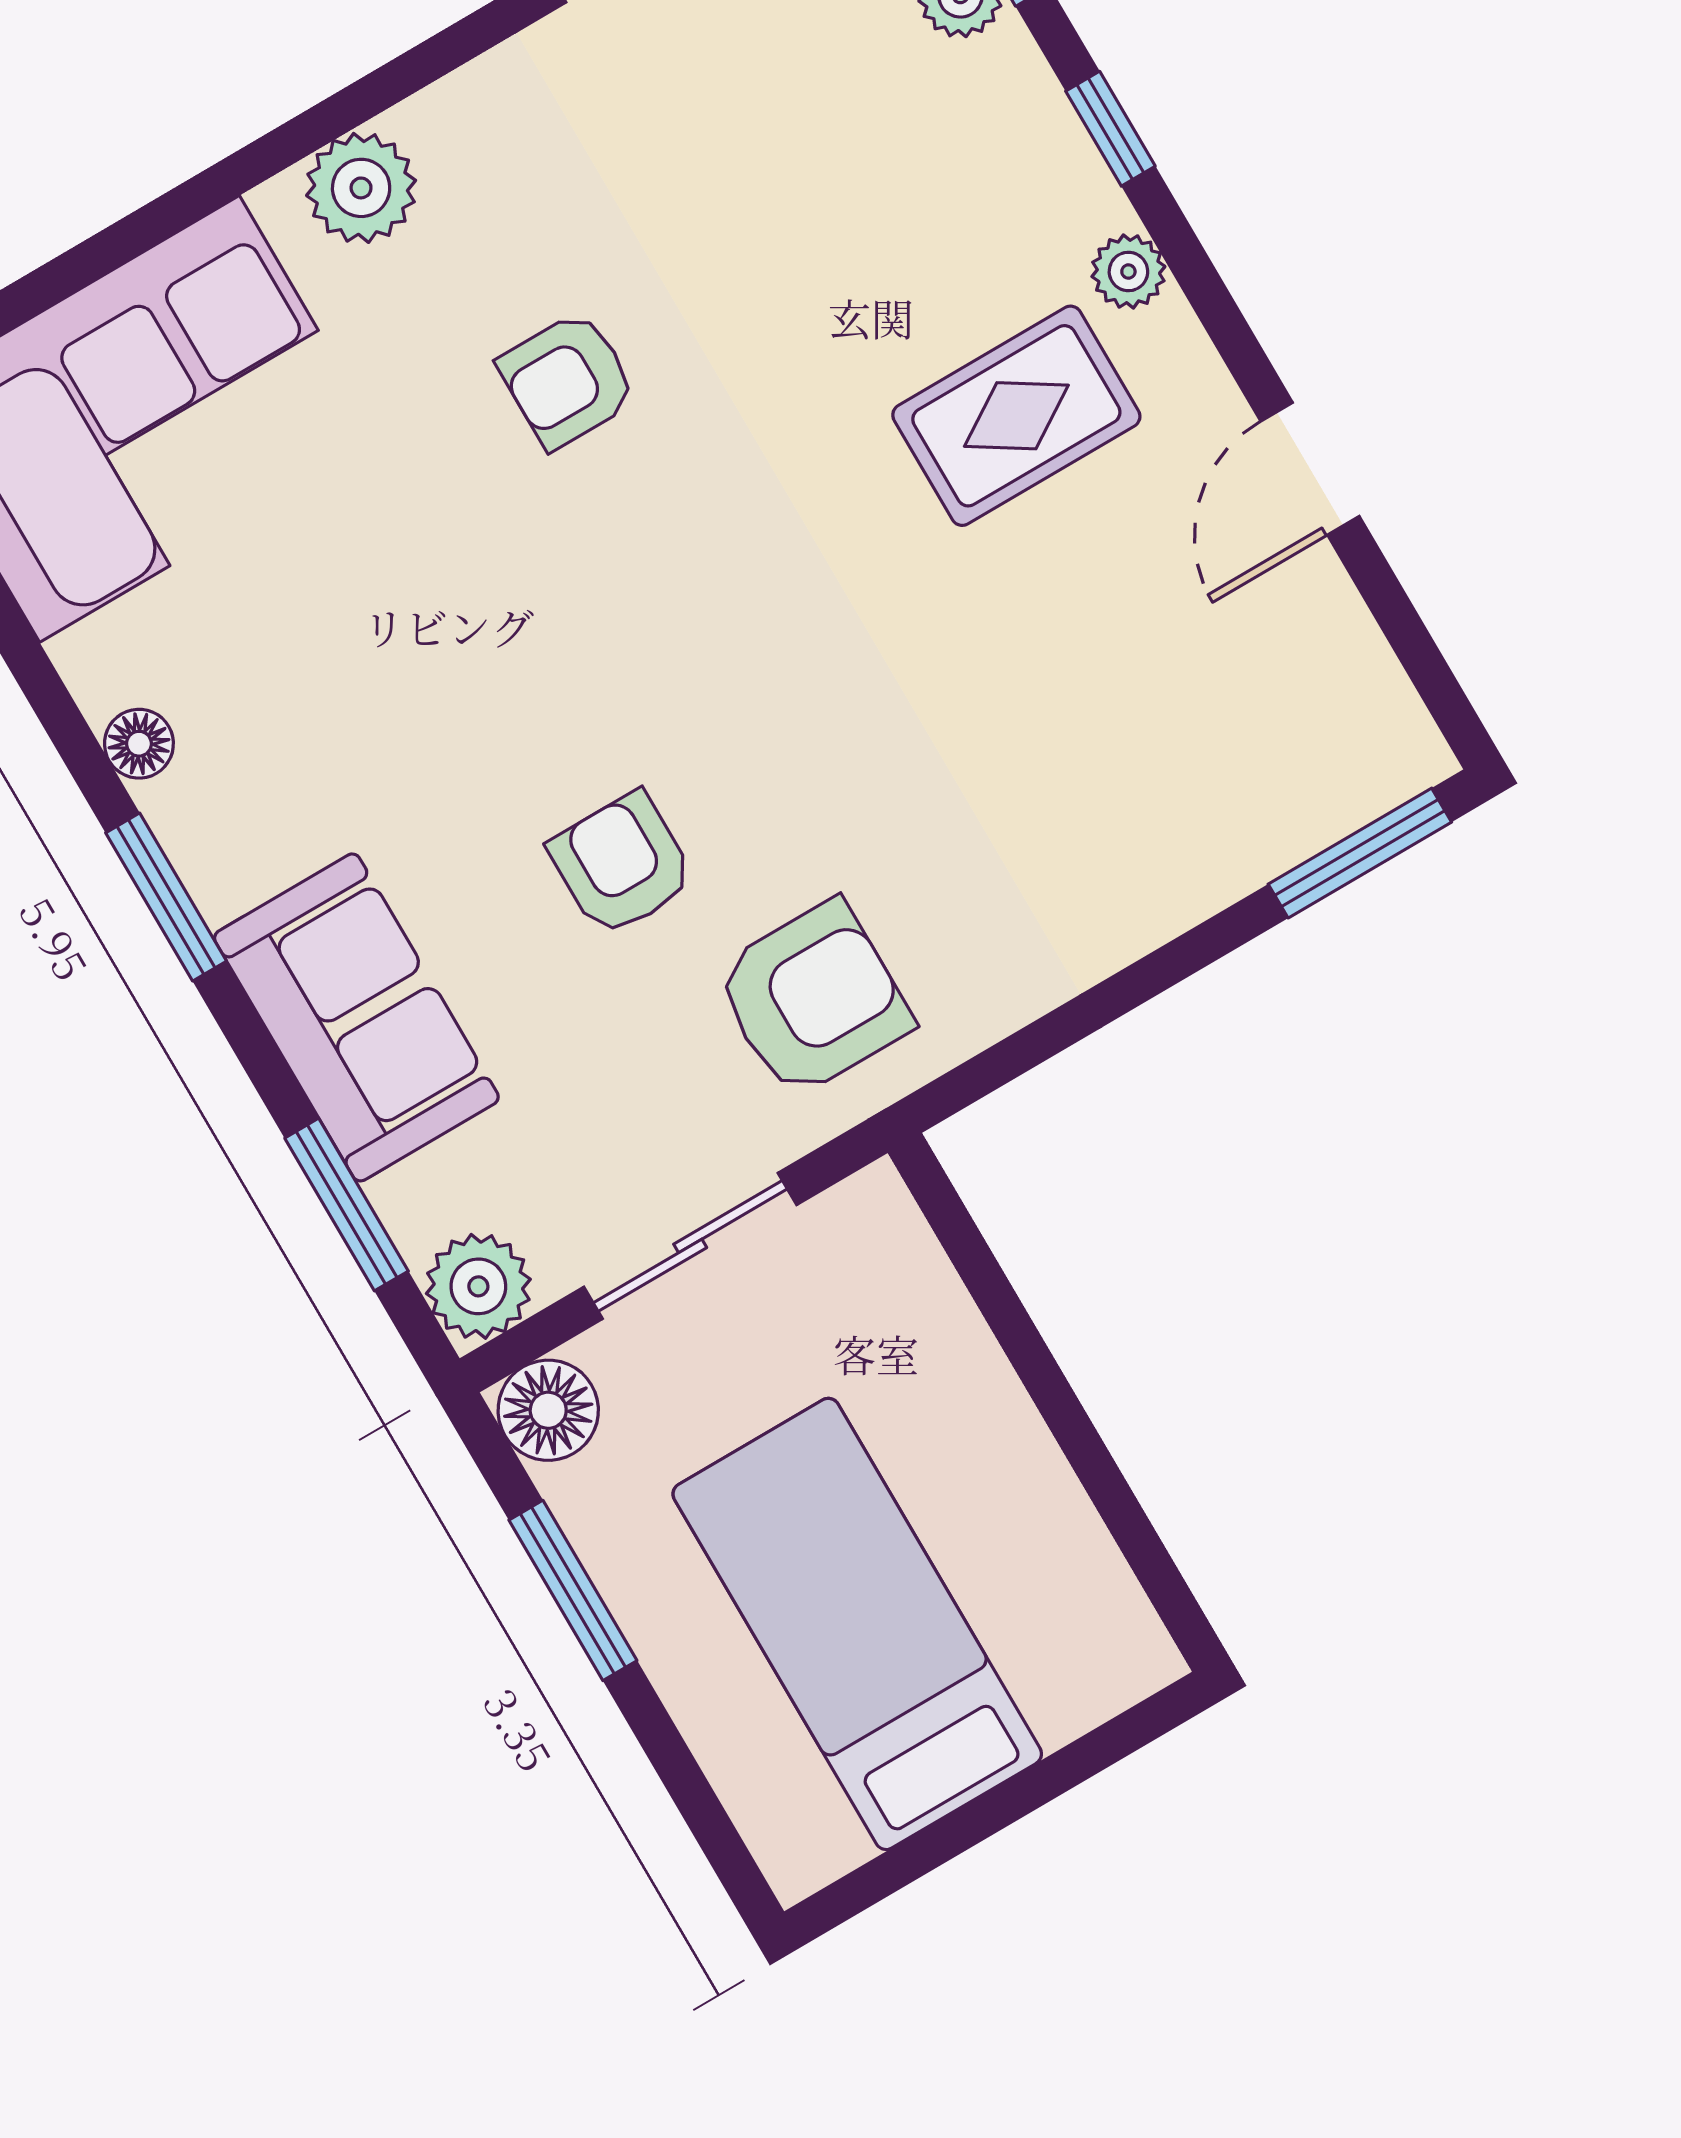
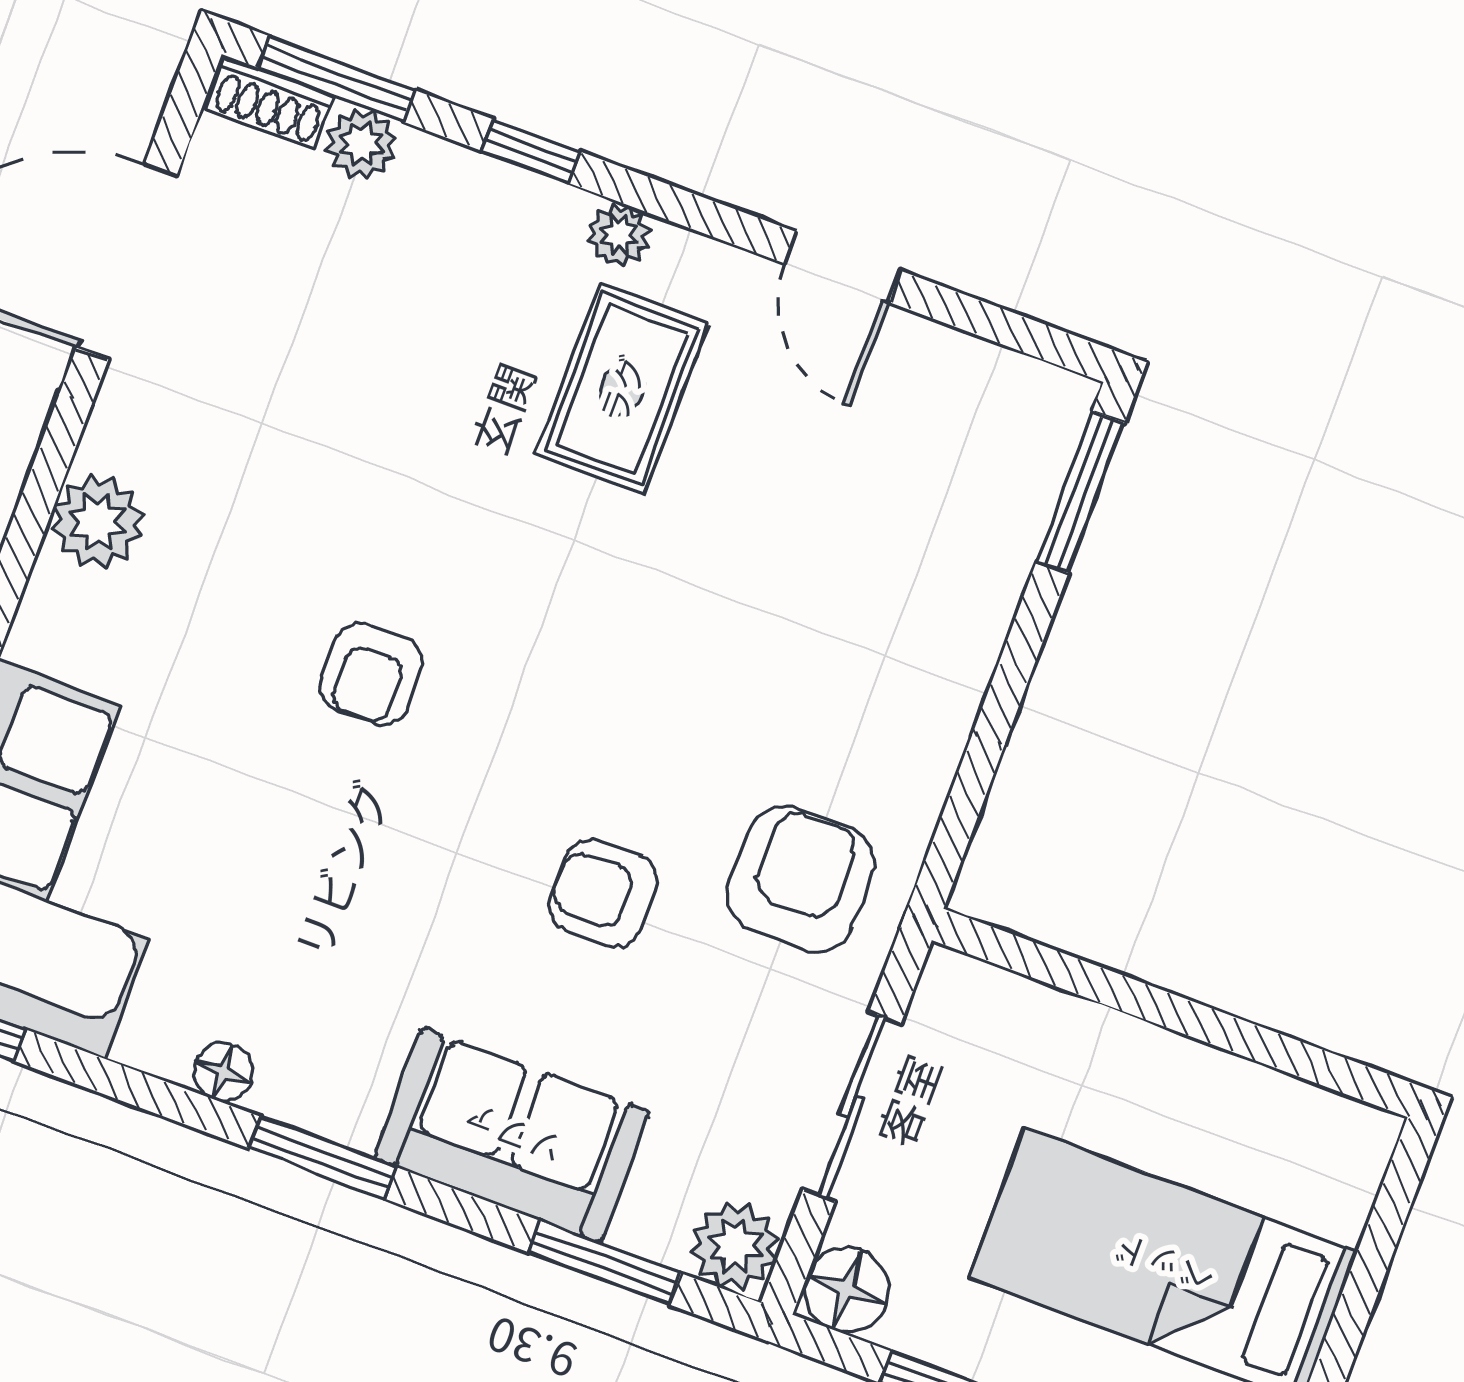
plant: (361, 188) -> (97, 522), moved
armchair: (568, 380) -> (371, 674), moved

